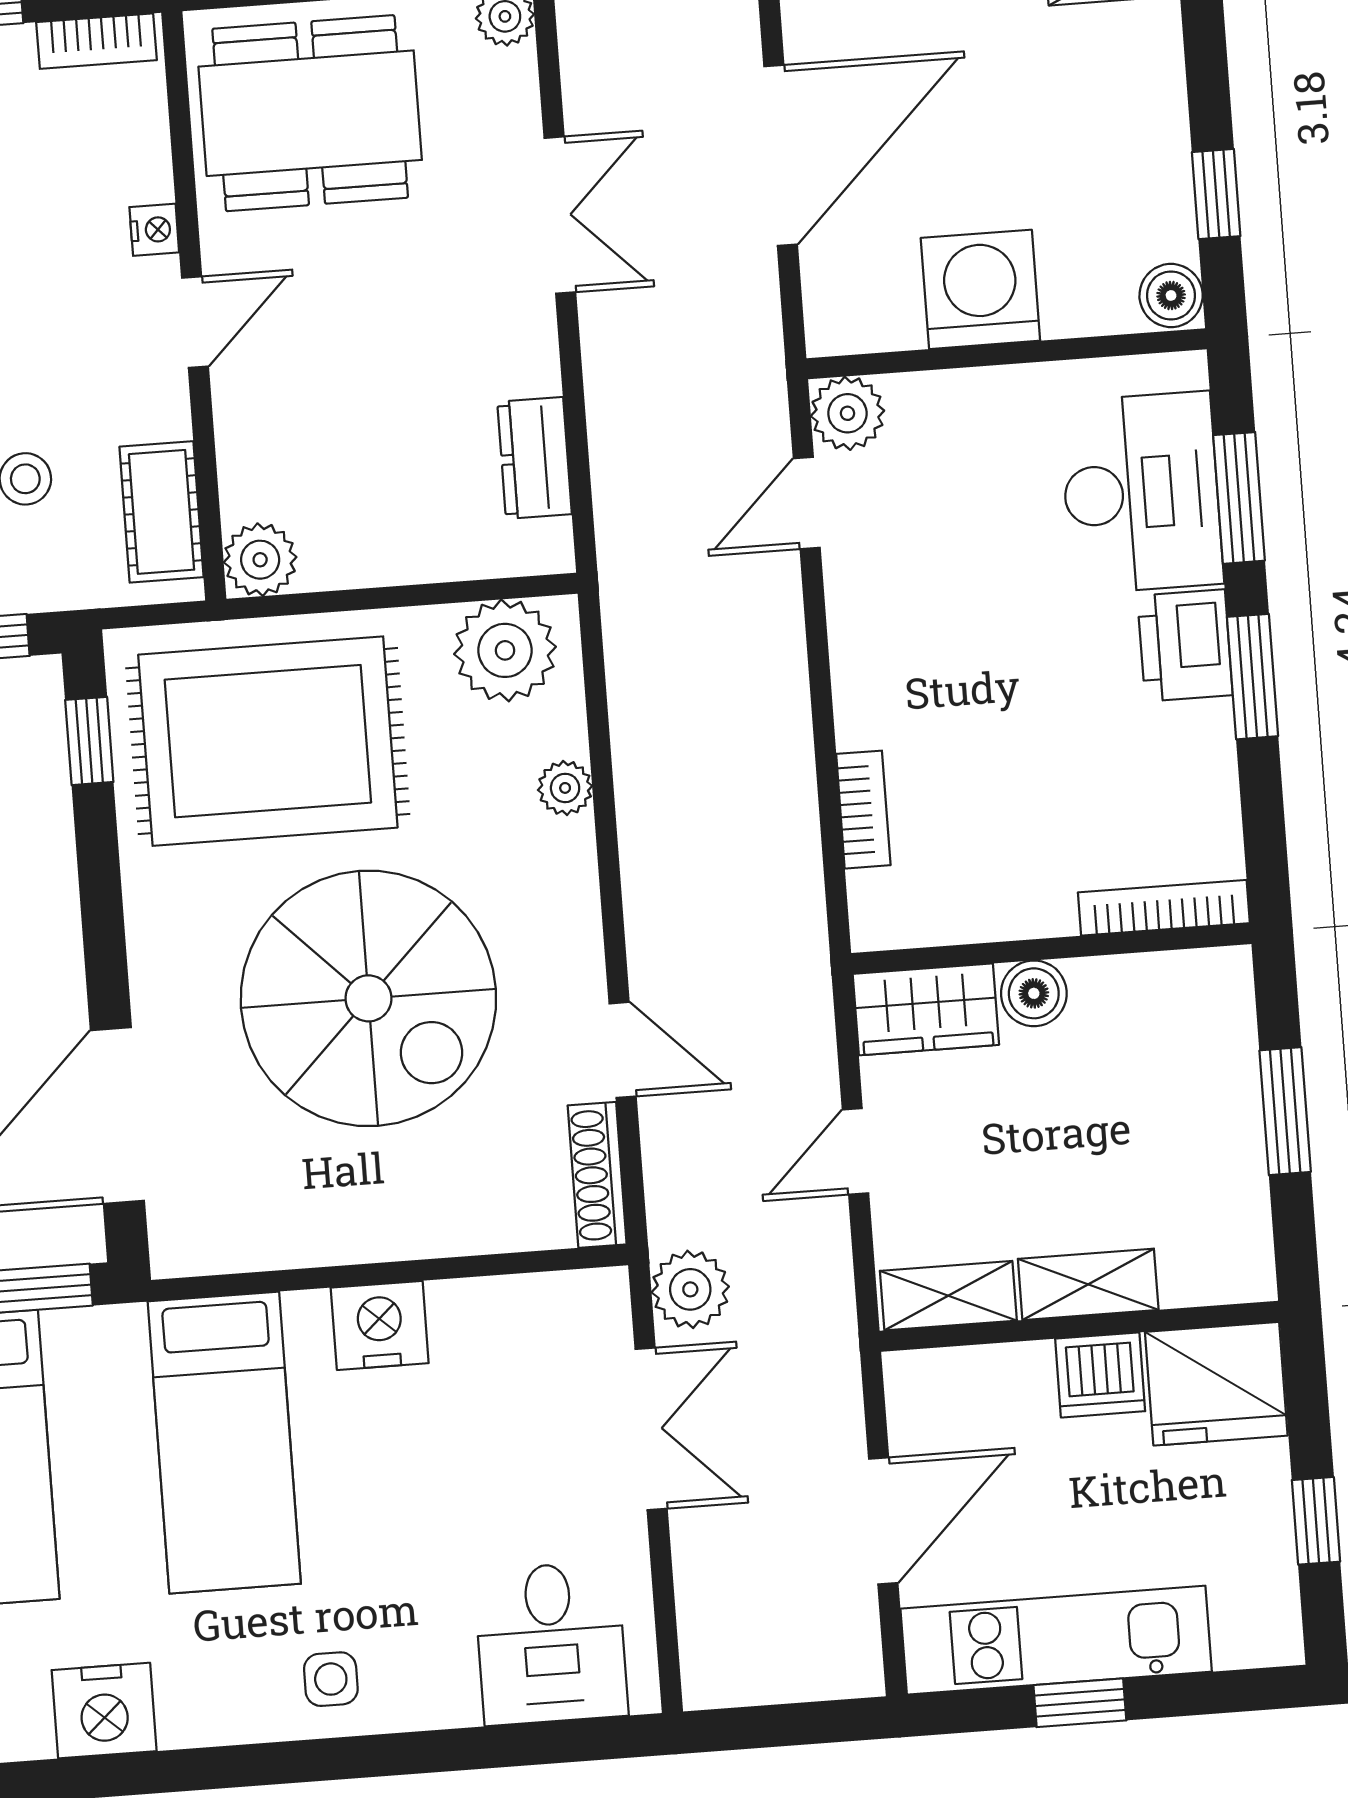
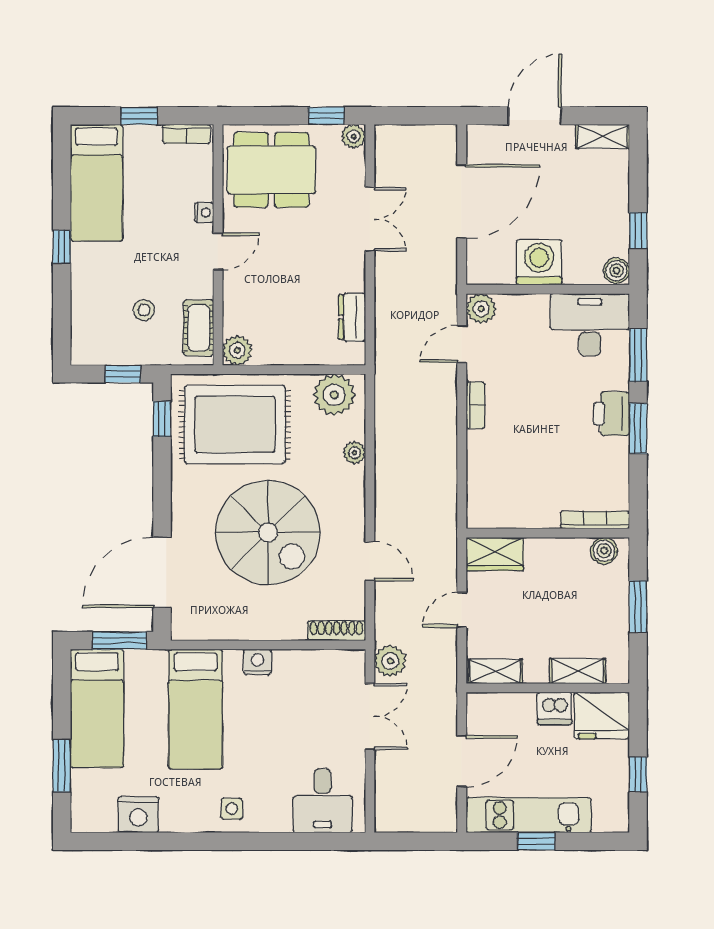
desk: (1141, 493) -> (590, 325), moved, turned -90
bookcase: (863, 810) -> (475, 405), moved
boiler: (1034, 993) -> (604, 551), moved
shoe rack: (597, 1175) -> (336, 631), moved, turned 90
shelving: (1088, 1284) -> (578, 671), moved
nightstand: (380, 1325) -> (258, 662), width x0.74, depth x0.75

